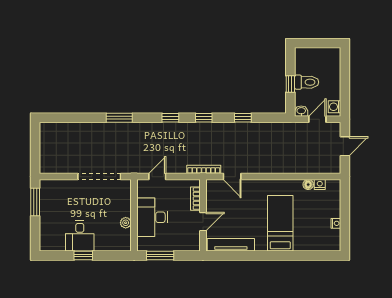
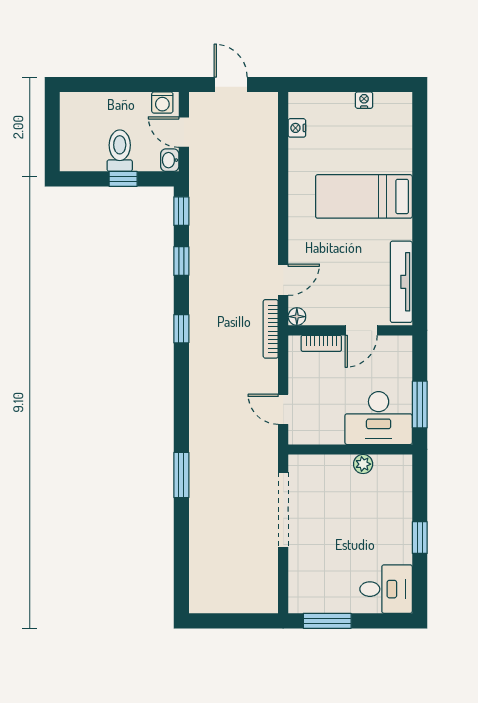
window: (170, 118) -> (181, 211), moved
floor lamp: (308, 185) -> (297, 317), moved
desk: (152, 217) -> (379, 418), moved
door: (203, 222) -> (361, 330), swing flipped
desk: (80, 236) -> (386, 589), moved

